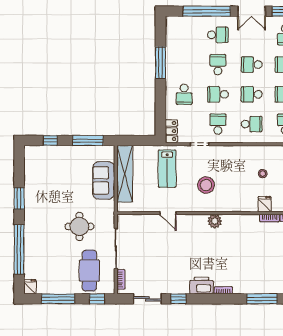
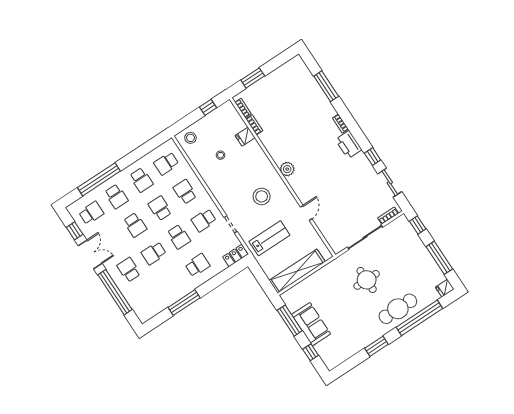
school desk: (252, 94) -> (160, 208), turned 180
sofa: (104, 180) -> (311, 324), moved, turned -90
cafe table: (89, 271) -> (398, 309), moved

